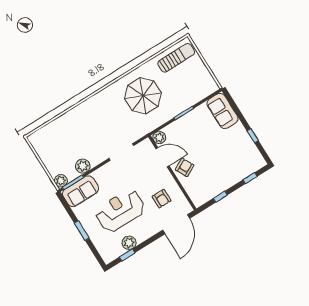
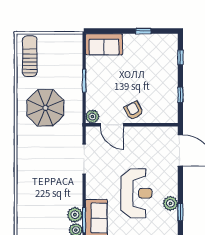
door: (162, 157) -> (112, 125), swing flipped
plant: (83, 166) -> (75, 215), moved
armchair: (162, 199) -> (149, 149), removed
reception desk: (120, 211) -> (136, 193), turned 180

